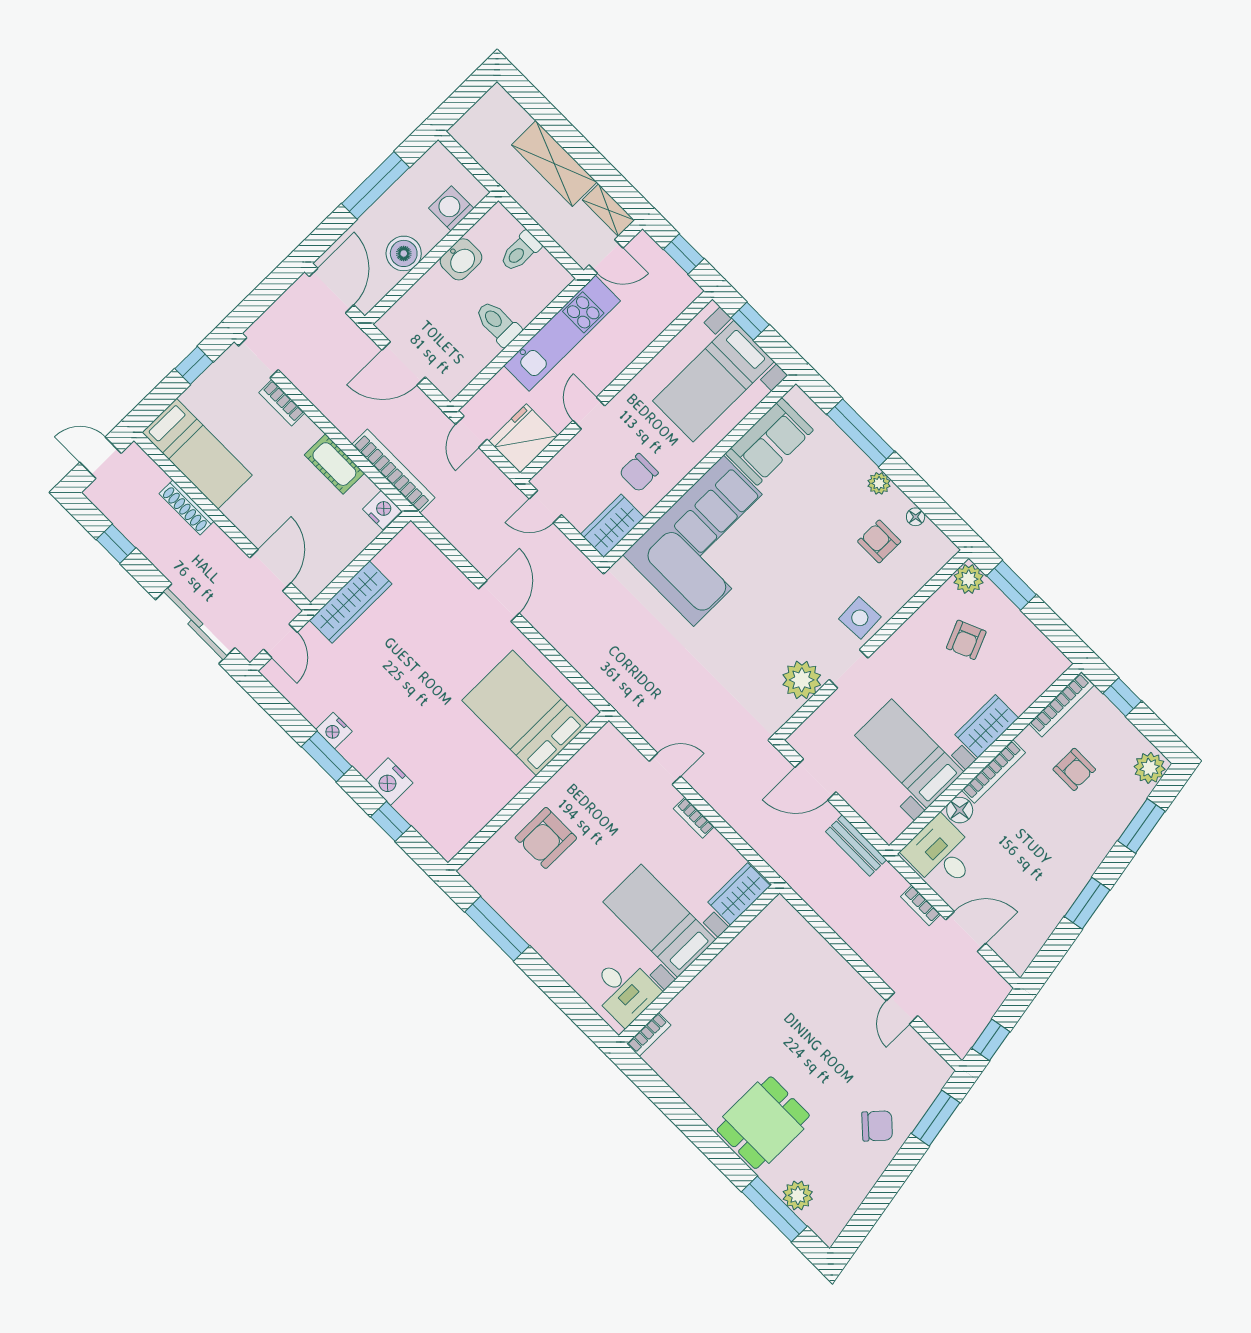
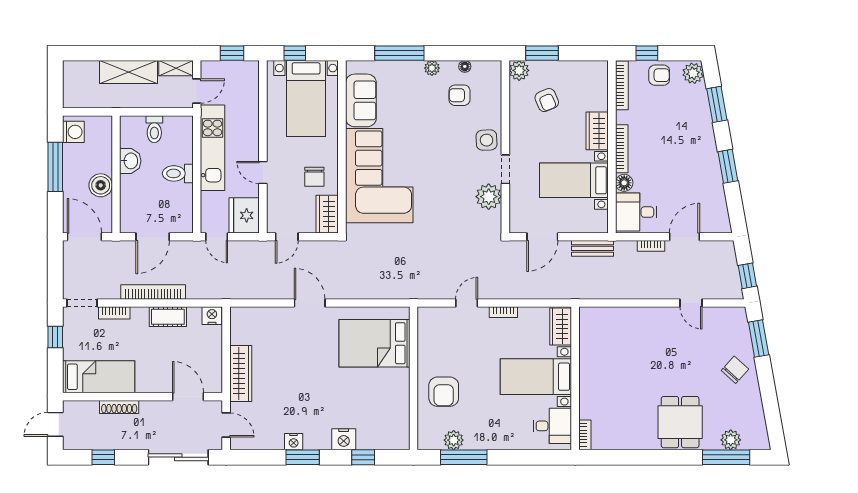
washing machine: (451, 208) -> (73, 132), moved, turned 180
bookcase: (393, 471) -> (153, 292), moved
armchair: (1074, 769) -> (659, 75), moved
plant: (505, 900) -> (454, 440), added

